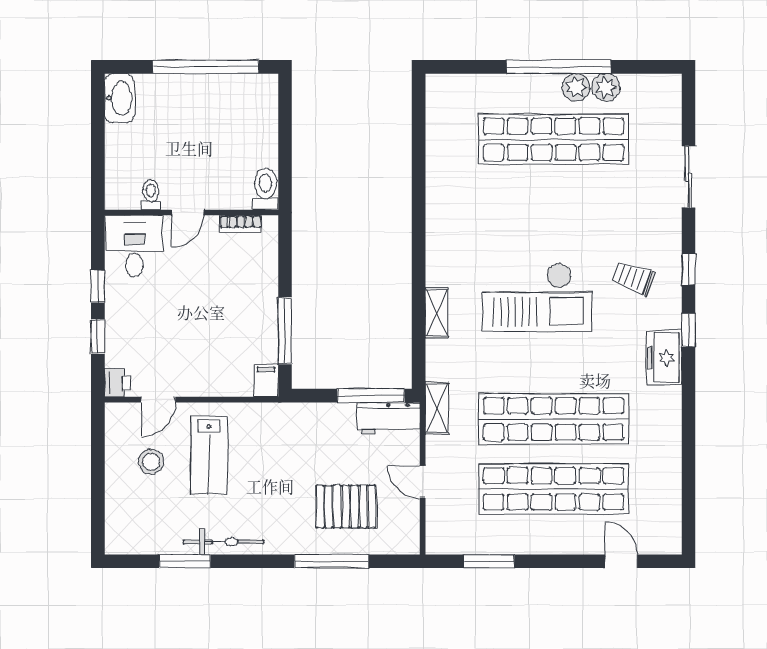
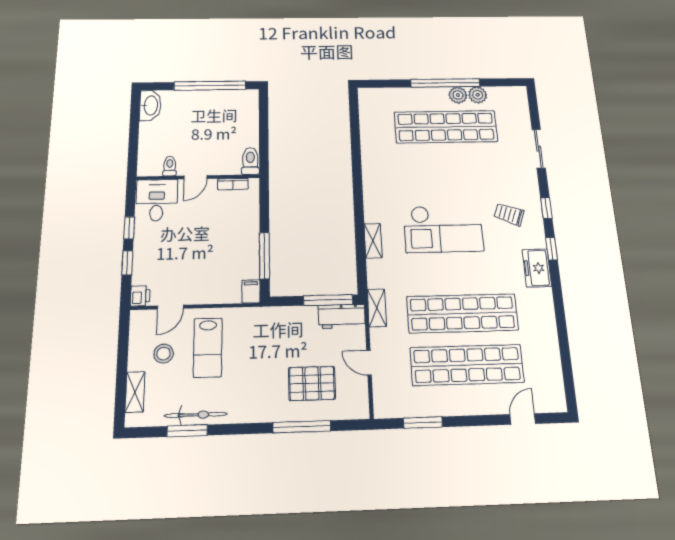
shelving: (116, 510) -> (135, 392), added
bicycle: (224, 542) -> (196, 415), moved
door: (621, 561) -> (523, 419), hinge flipped

